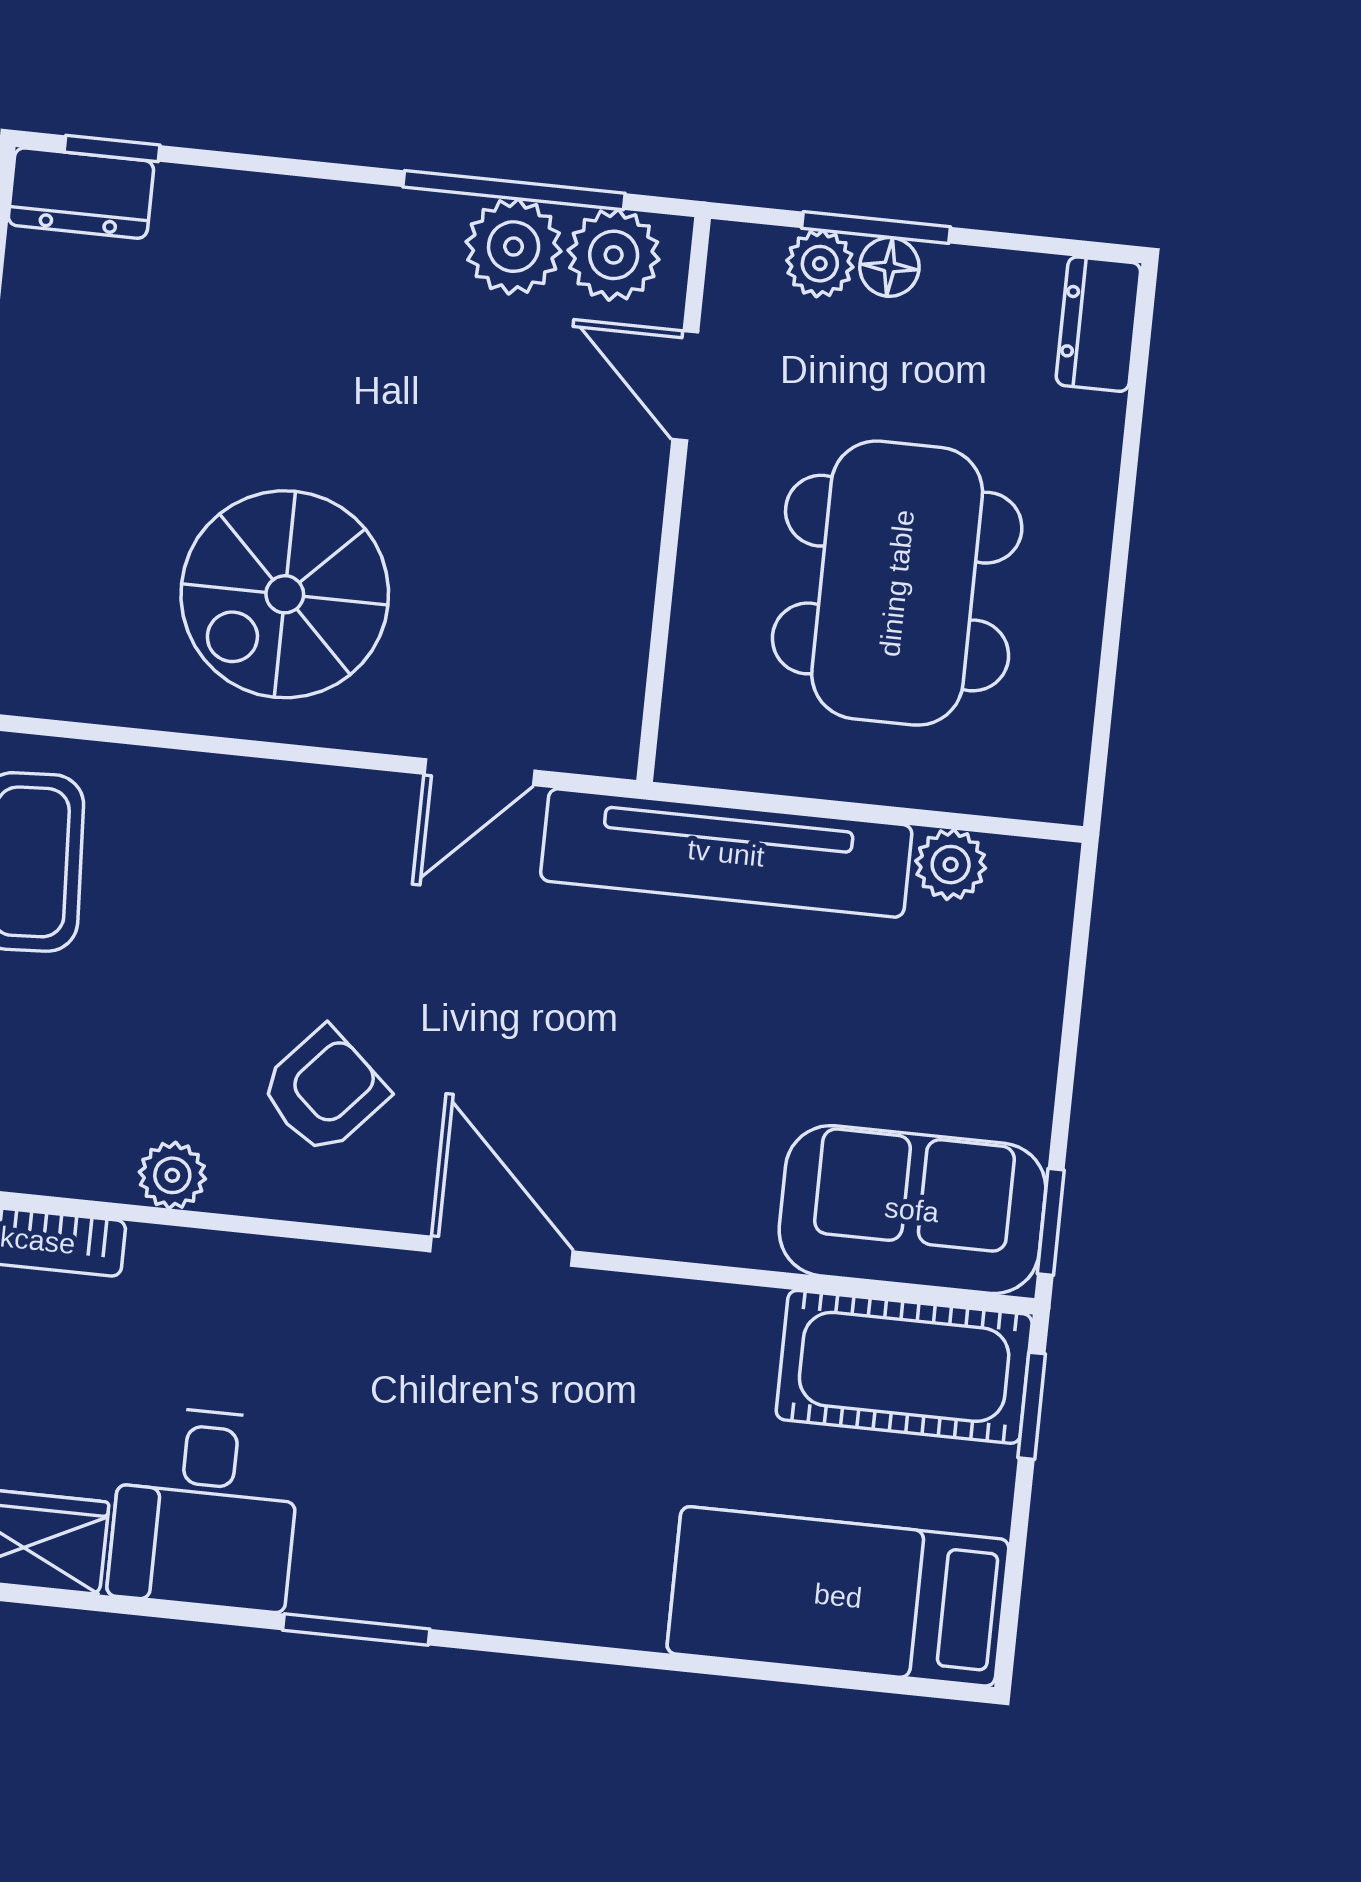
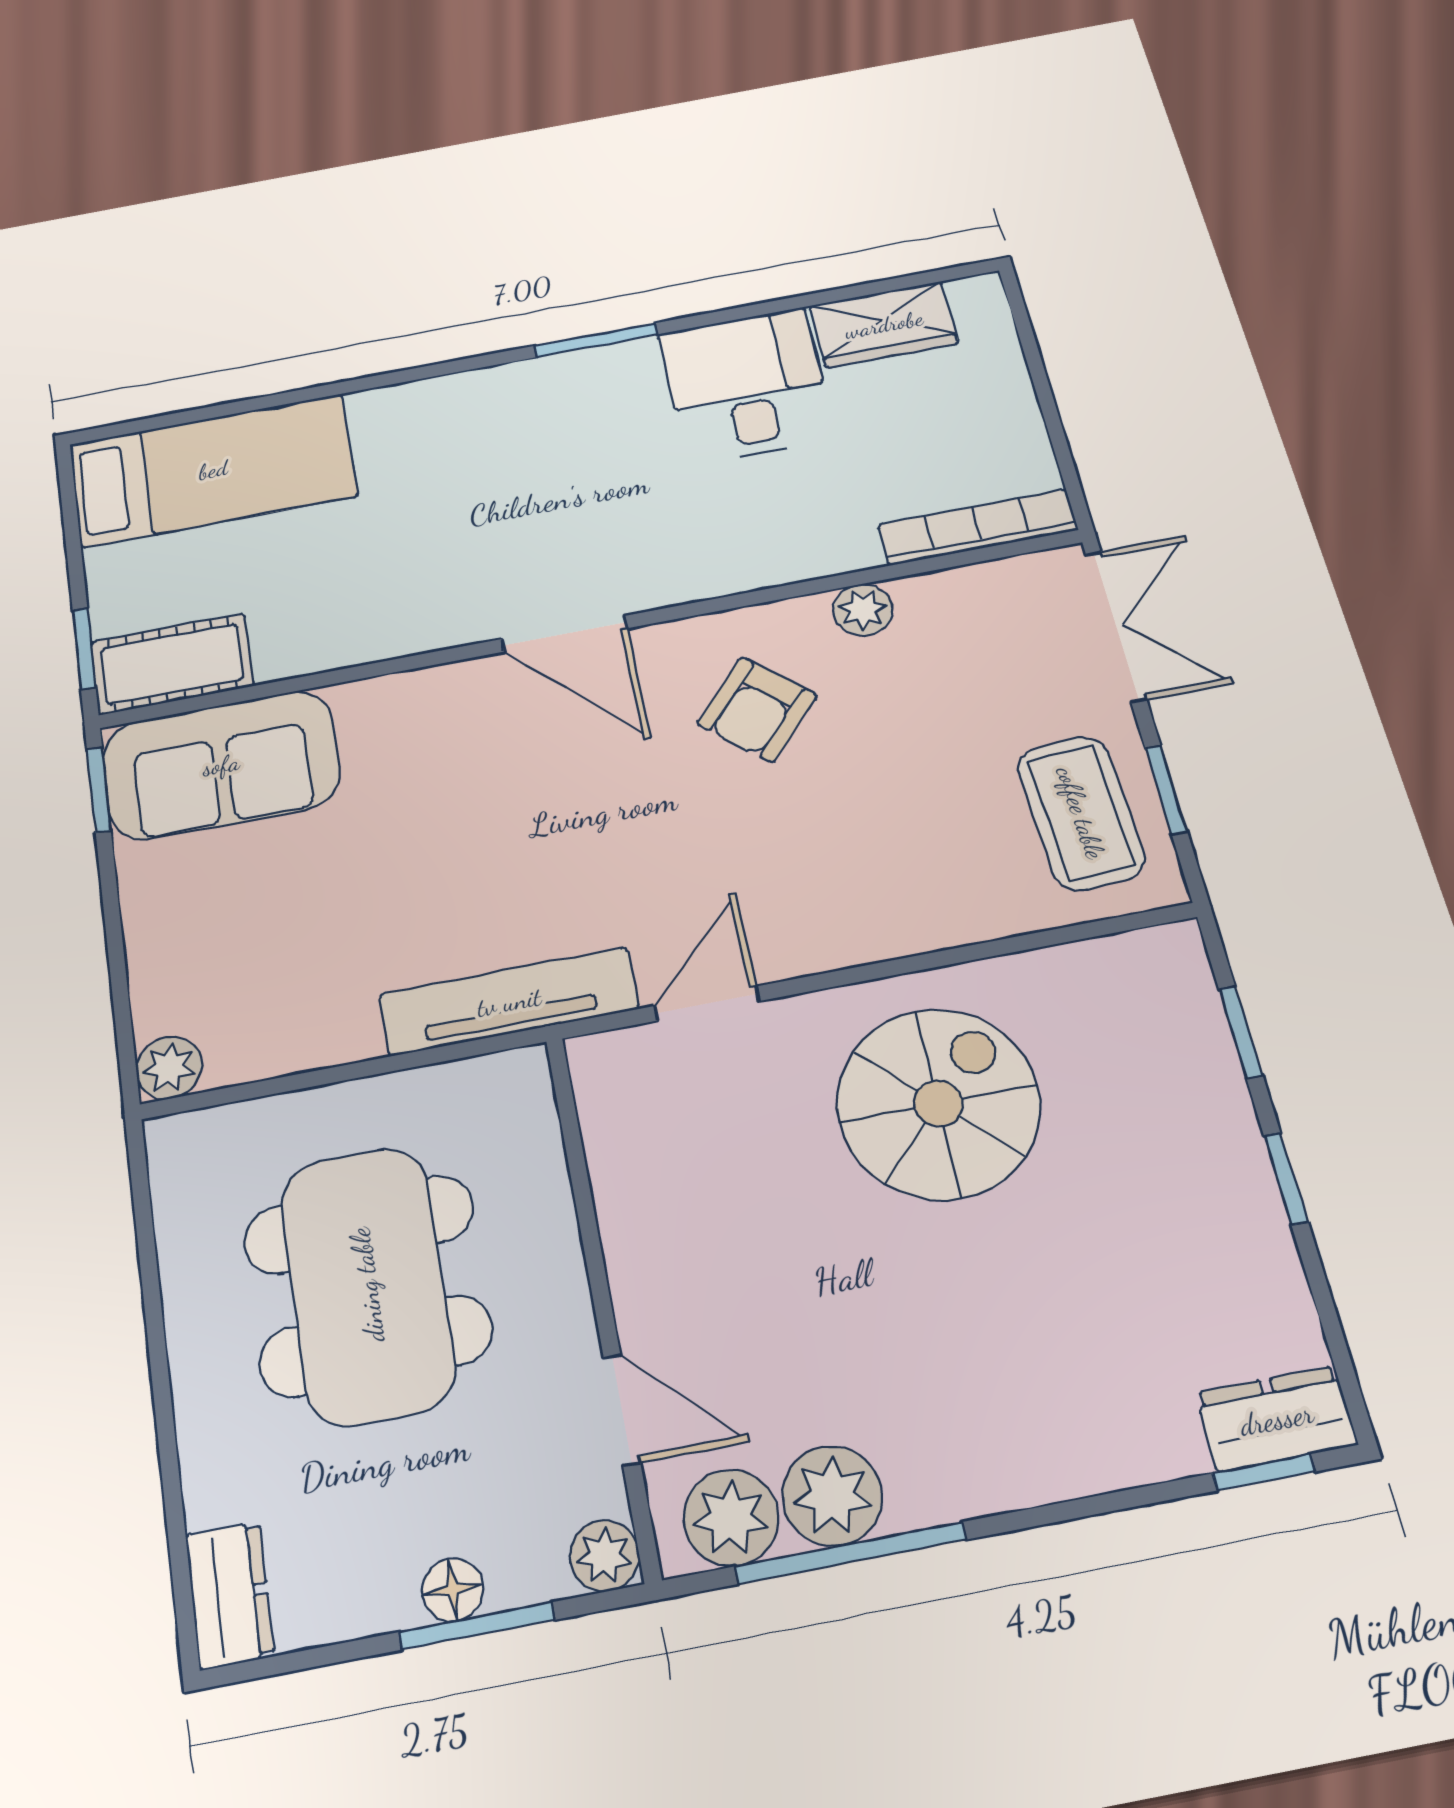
plant: (820, 264) -> (604, 1556), moved
tv unit: (726, 853) -> (509, 1002), width x0.73, depth x0.78
plant: (951, 865) -> (169, 1068), moved
cot: (904, 1367) -> (172, 664), width x0.73, depth x0.75

